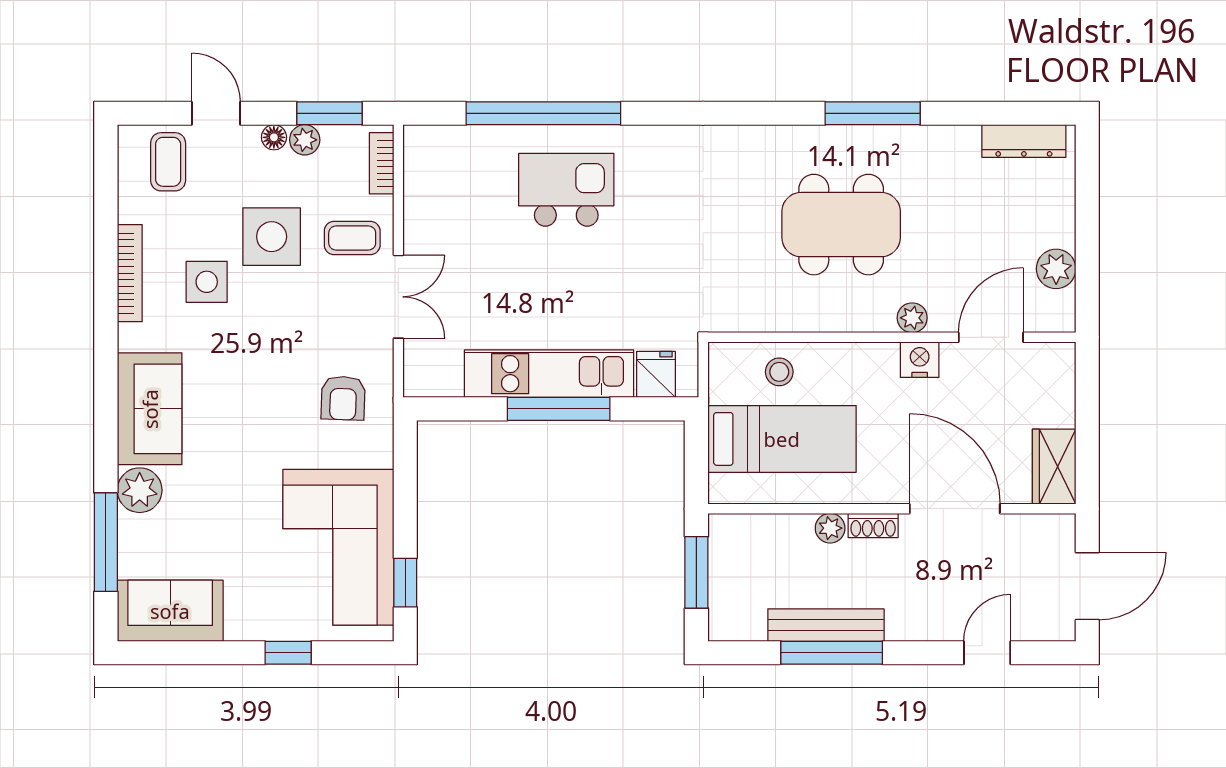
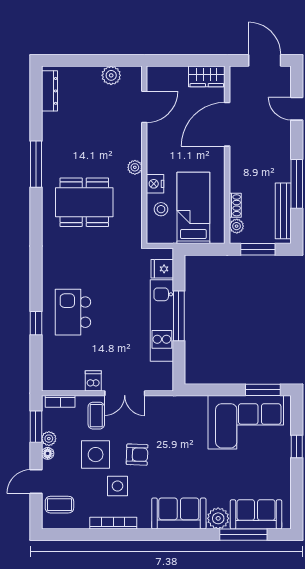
window: (543, 113) -> (36, 323), width x0.32
dining table: (841, 225) -> (84, 202), moved, turned 90
dishwasher: (424, 232) -> (93, 381), added
double door: (398, 297) -> (125, 393), swing flipped
plant: (912, 318) -> (135, 167), moved
door: (991, 337) -> (144, 107), swing flipped
nightstand: (920, 360) -> (155, 184), moved
armchair: (343, 398) -> (137, 455), moved
shoe rack: (873, 525) -> (235, 205), moved
plant: (830, 528) -> (237, 226), moved
window: (405, 583) -> (263, 390), width x1.50
sofa: (170, 611) -> (256, 514), moved, turned 90
bench: (826, 625) -> (283, 211), moved

